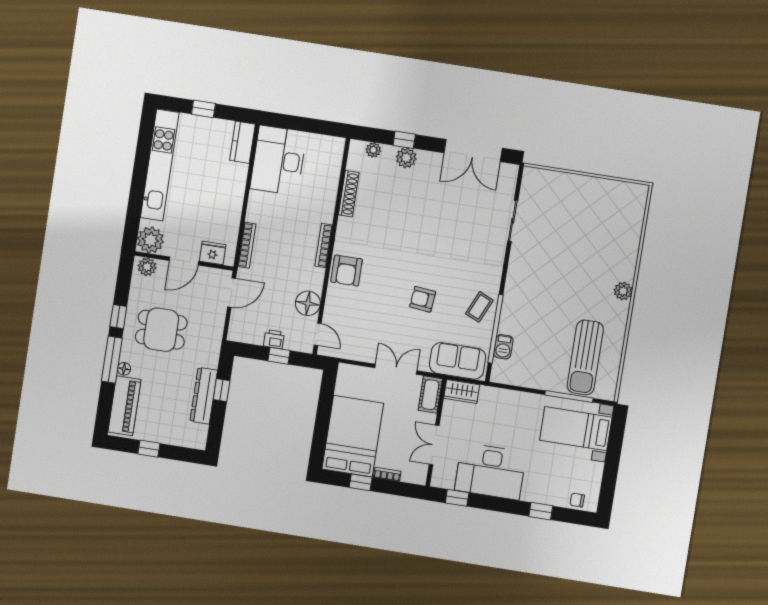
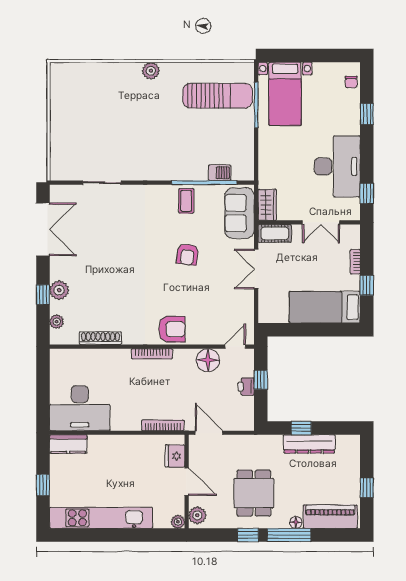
plant: (150, 240) -> (178, 522), width x0.53, depth x0.53
coffee table: (479, 307) -> (186, 201), turned 66
bed: (353, 436) -> (325, 307), width x0.67

